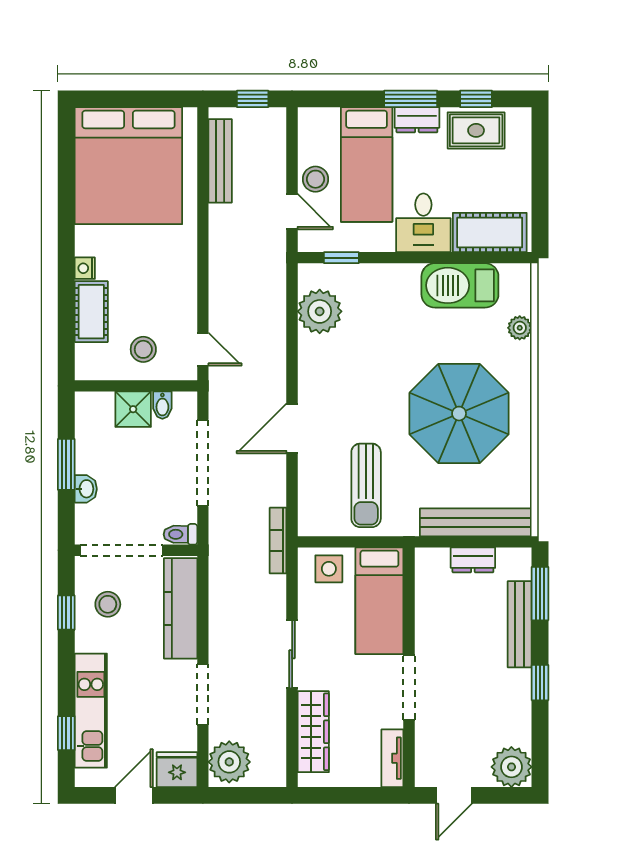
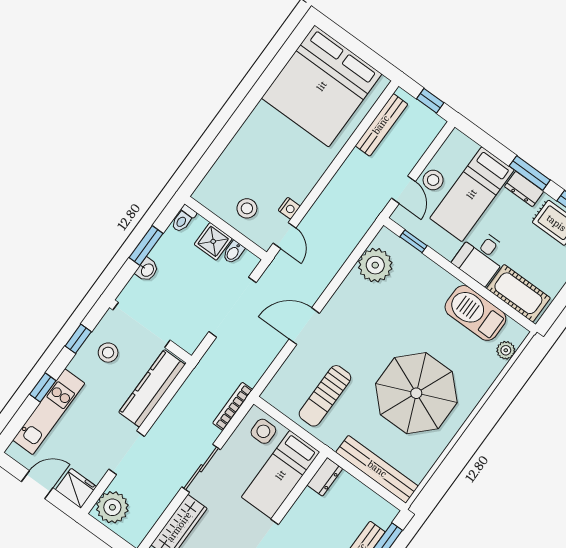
nightstand: (85, 268) -> (289, 208), moved, turned 180
cot: (91, 312) -> (231, 161), removed
plant: (520, 328) -> (506, 350), moved
toilet: (180, 534) -> (183, 219), moved, turned -90
bookcase: (278, 541) -> (233, 406), moved
dresser: (473, 560) -> (325, 477), moved, turned -90
window: (66, 733) -> (43, 388), moved

